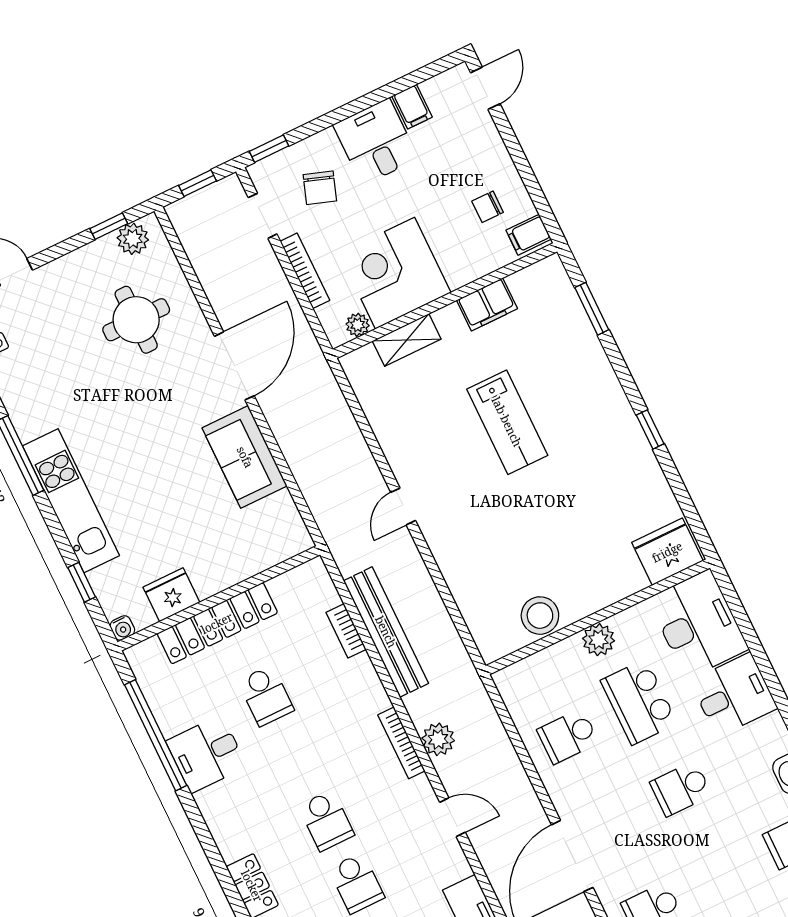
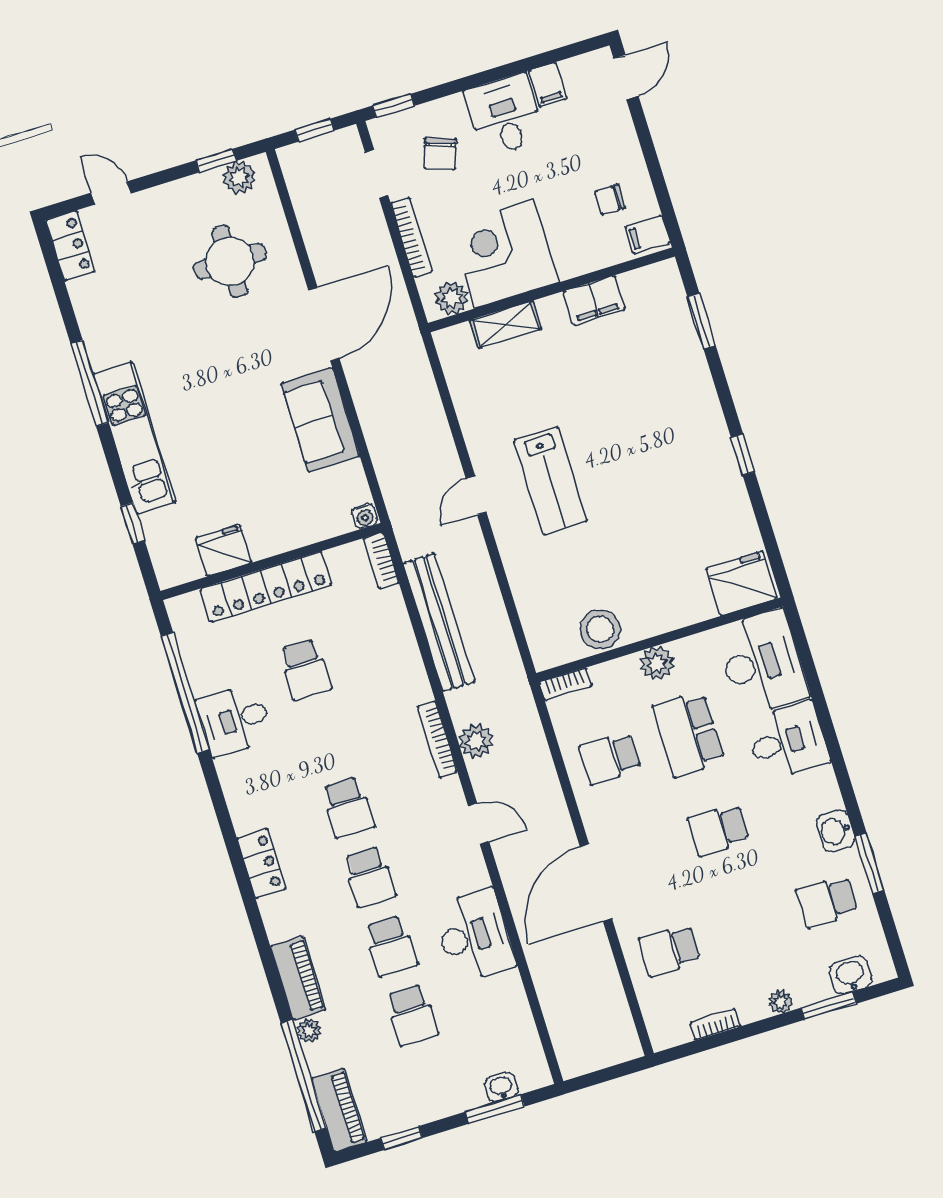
plant: (358, 325) -> (452, 298), width x1.38, depth x1.38
lab bench: (507, 422) -> (551, 481), moved
water cooler: (122, 628) -> (365, 516), moved
bookcase: (346, 631) -> (381, 560), moved
bookcase: (515, 673) -> (565, 684), added

